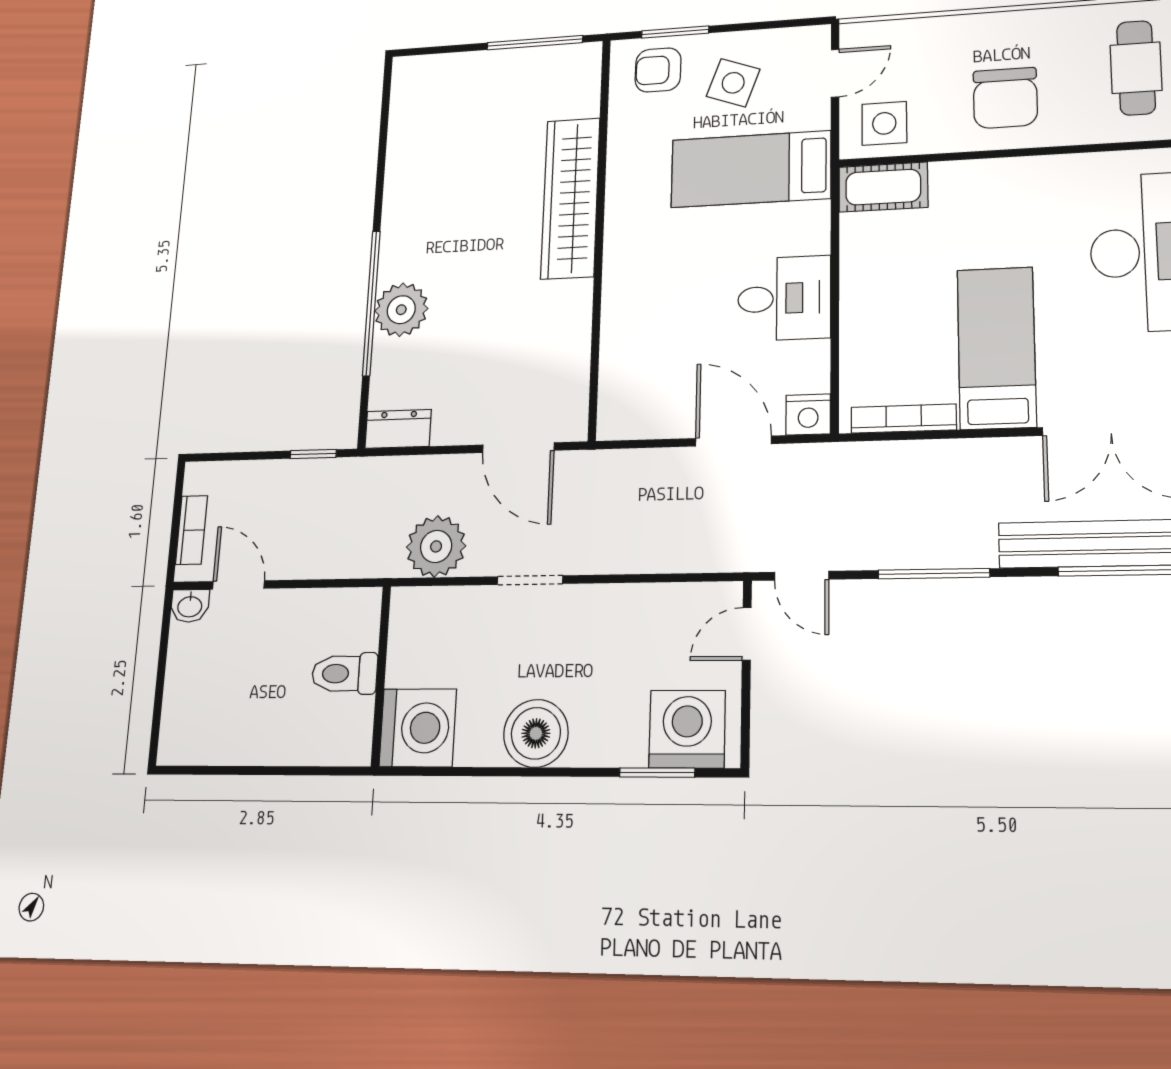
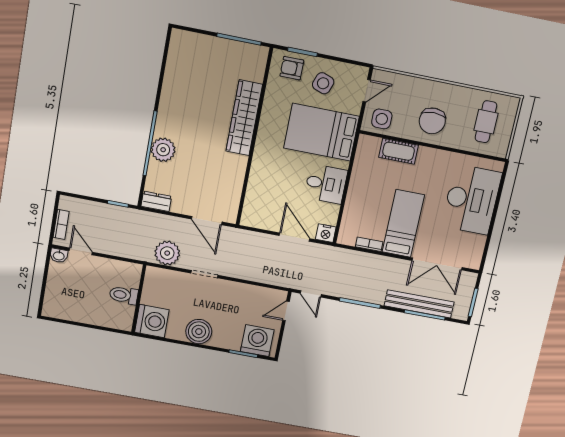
bed: (751, 169) -> (322, 132), width x1.50
cot: (883, 187) -> (399, 151), moved
bookcase: (904, 419) -> (369, 244), width x0.64

